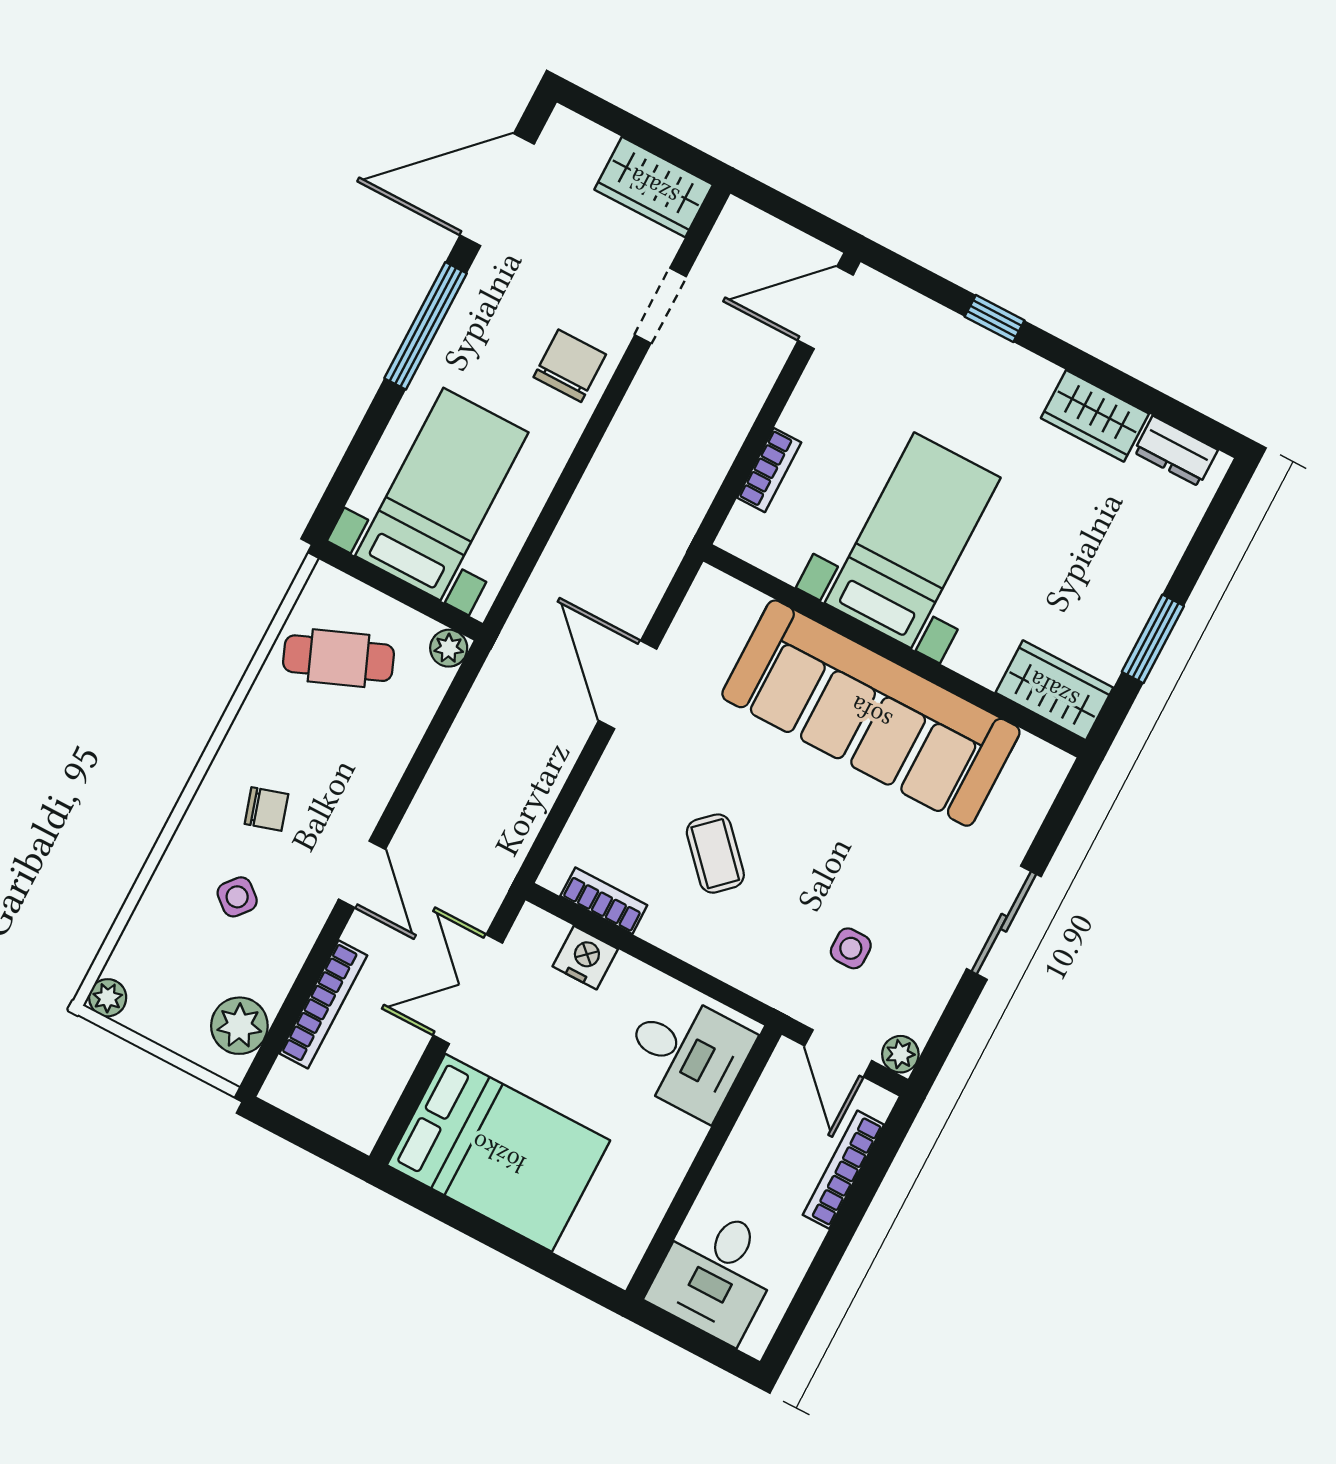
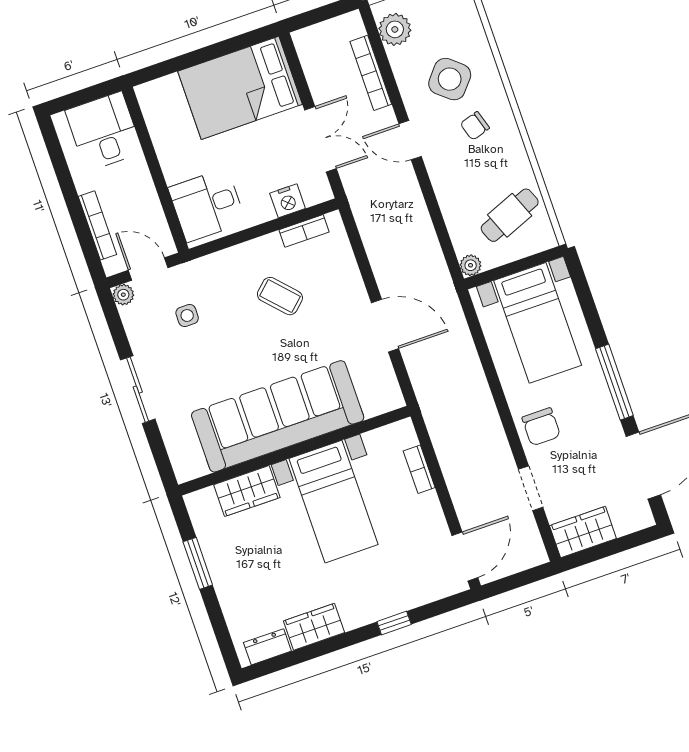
wardrobe: (1054, 690) -> (247, 491), moved
side table: (237, 897) -> (450, 79), width x1.87, depth x1.87

